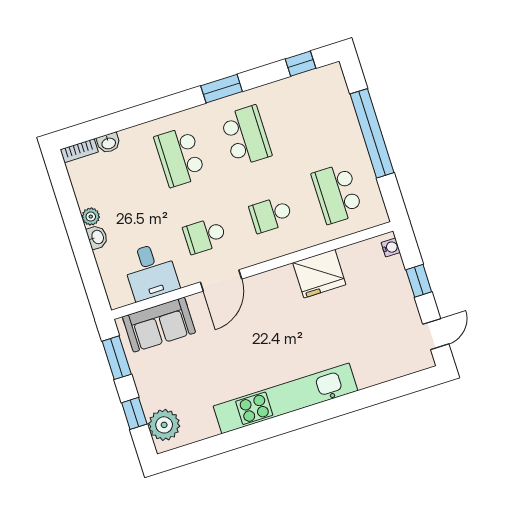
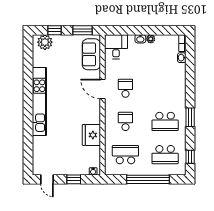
school desk: (180, 157) -> (165, 155), moved, turned 180
desk: (151, 272) -> (116, 47), moved, turned 90

